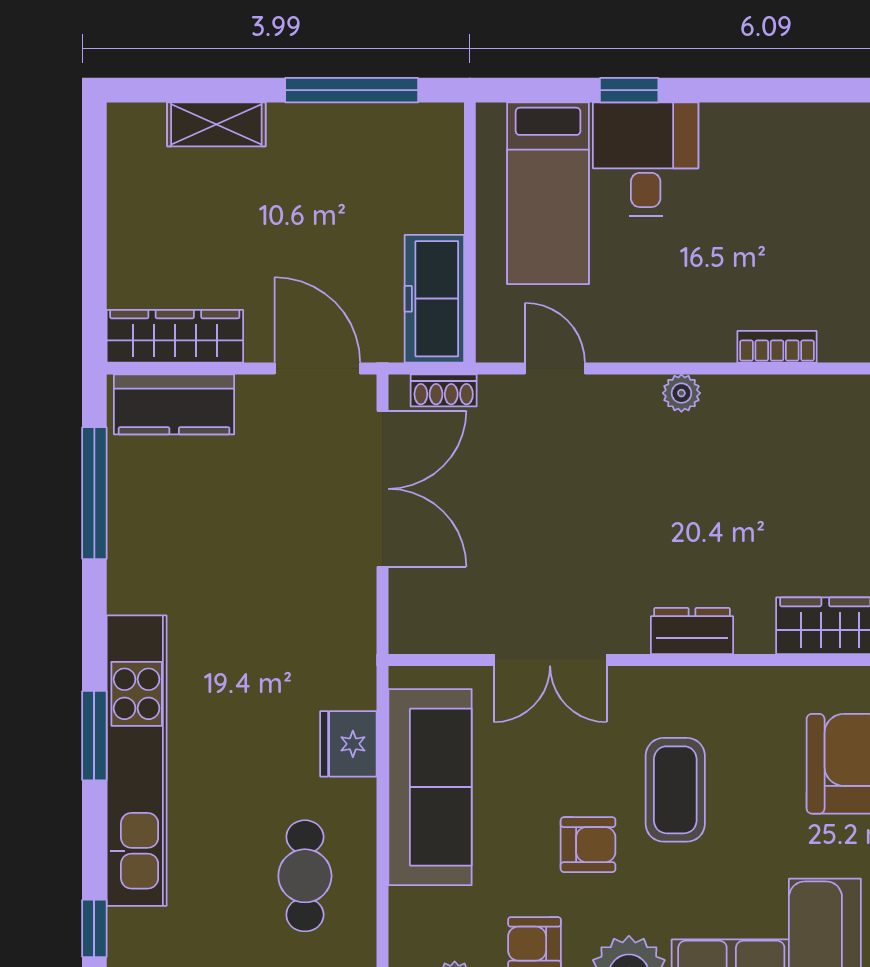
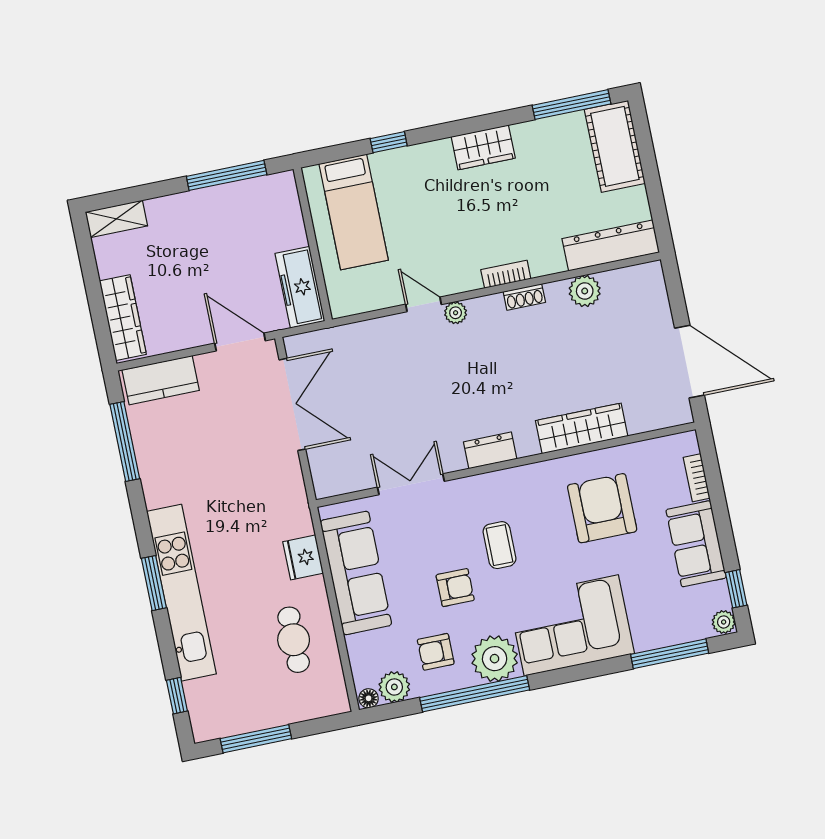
shelving: (216, 124) -> (116, 219), moved
wardrobe: (783, 131) -> (483, 147), added
desk: (646, 159) -> (407, 180), removed
wardrobe: (175, 336) -> (123, 318), moved, turned 90
door: (555, 368) -> (424, 304), moved
shoe rack: (444, 390) -> (524, 297), moved
double door: (550, 660) -> (411, 484), swing flipped
coffee table: (675, 790) -> (499, 545), width x0.73, depth x0.77

